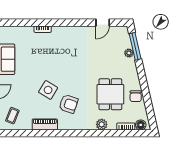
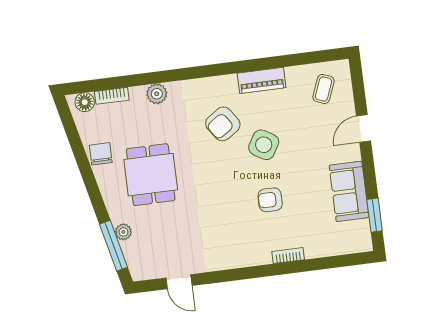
door: (103, 23) -> (179, 282), swing flipped
armchair: (48, 60) -> (270, 200), added
dining table: (110, 94) -> (151, 175), moved
armchair: (68, 104) -> (223, 124), turned -53

